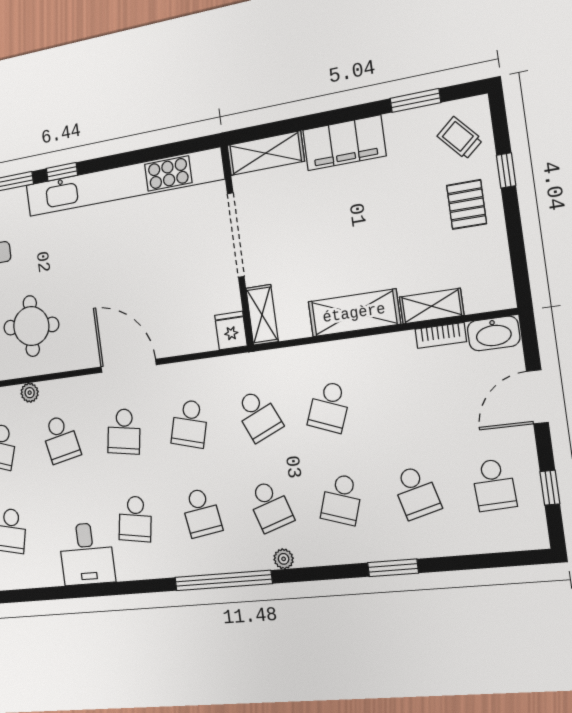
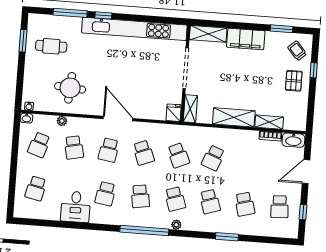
school desk: (190, 424) -> (144, 153), turned -36
school desk: (342, 499) -> (210, 202), turned -36

